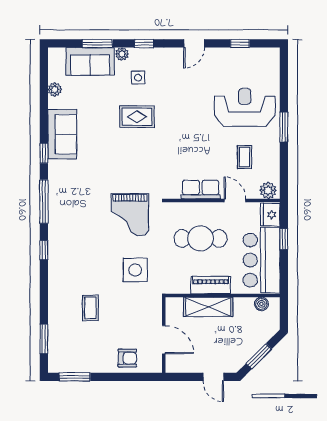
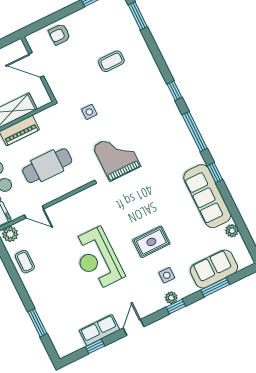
plant: (122, 54) -> (171, 298), moved
reception desk: (245, 107) -> (97, 259), moved, turned 90
window: (284, 127) -> (37, 323), moved
sofa: (62, 134) -> (207, 196), width x1.36
coffee table: (244, 157) -> (25, 262), moved
row of seats: (201, 189) -> (99, 330), moved, turned 180
side table: (135, 270) -> (89, 112), width x0.54, depth x0.54
coffee table: (90, 308) -> (111, 61), turned 90

